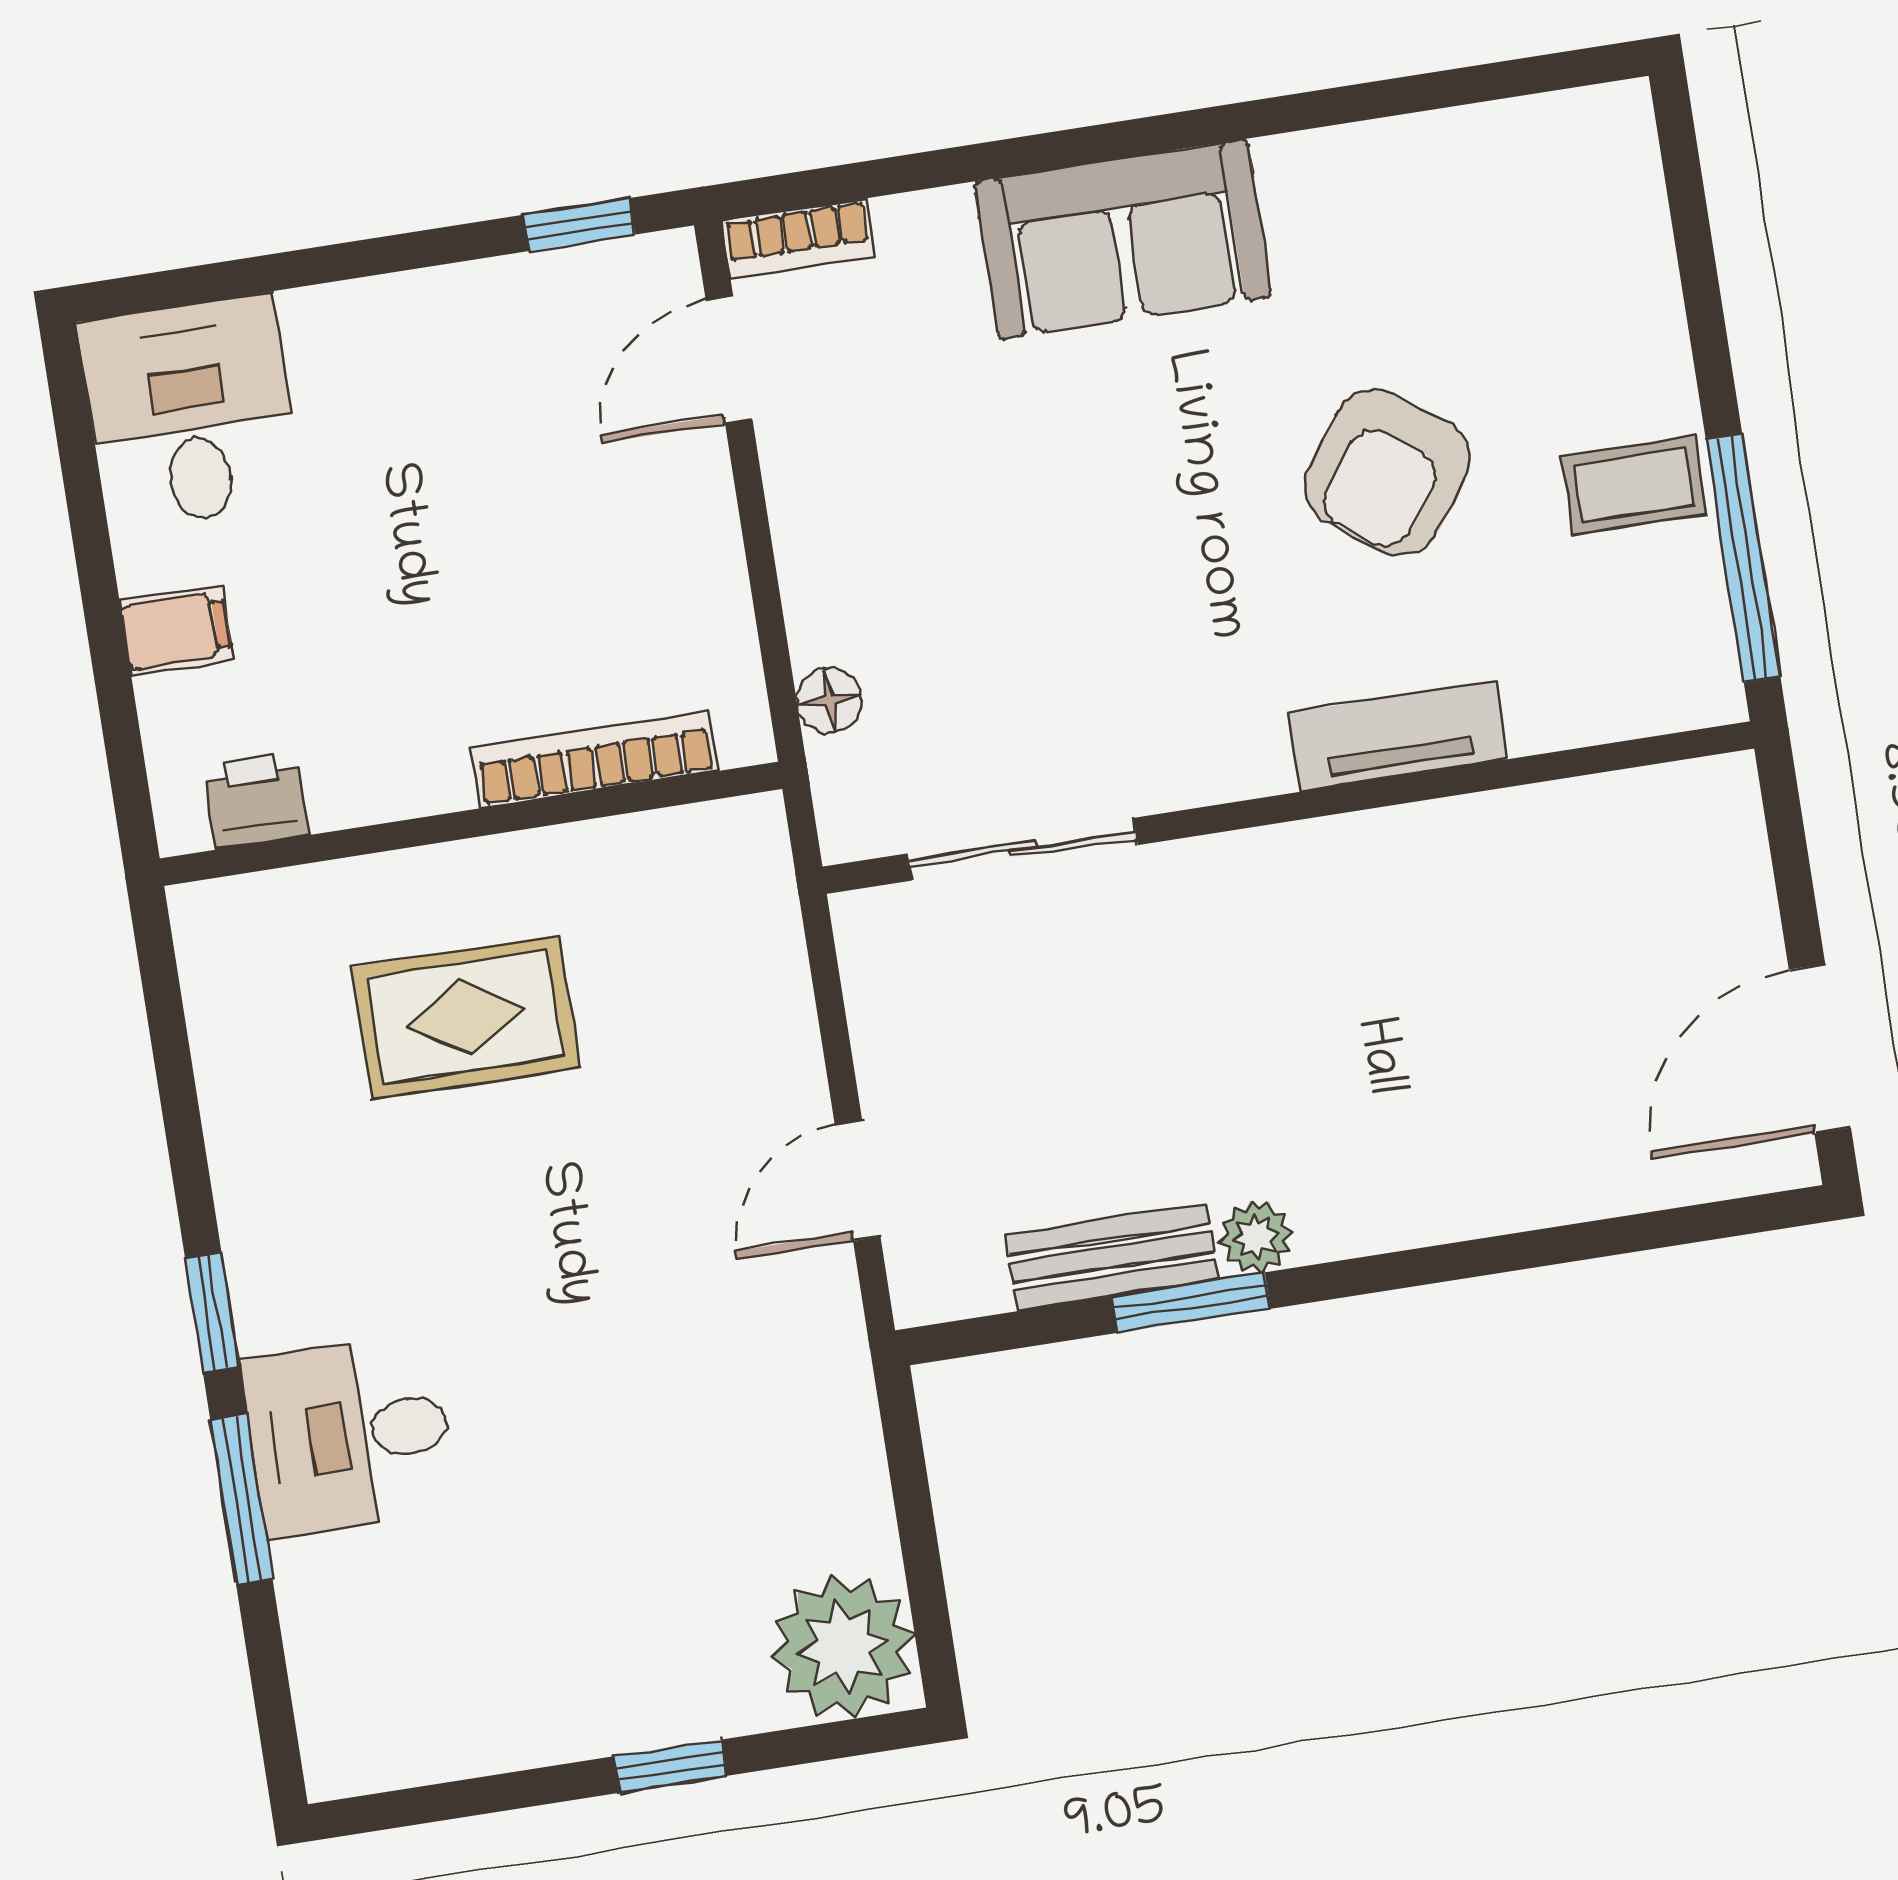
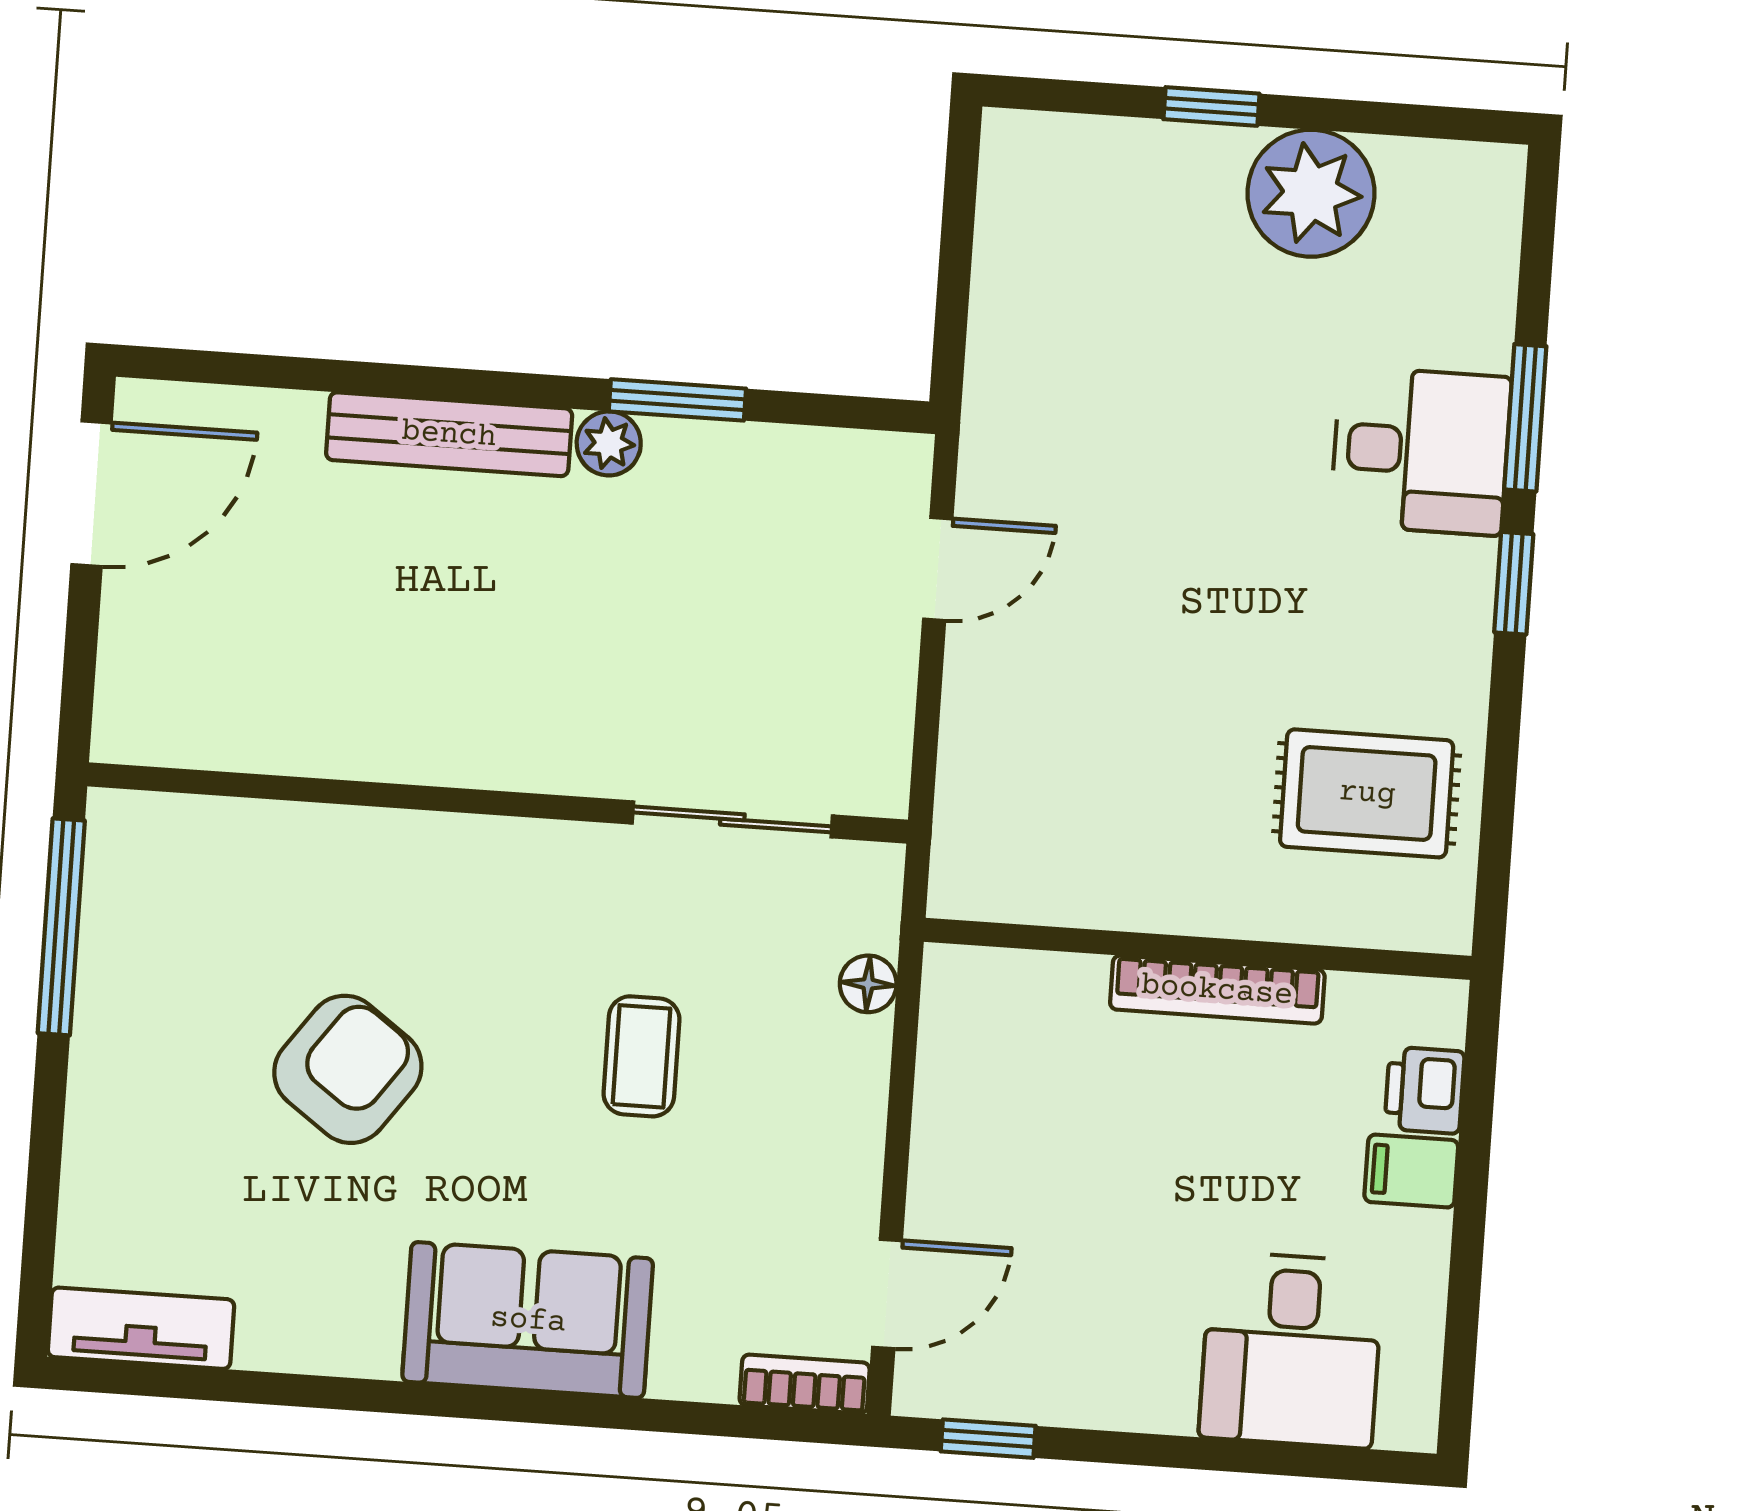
desk: (190, 412) -> (1291, 1350), moved
coffee table: (1634, 485) -> (641, 1056), moved, turned 90
tv unit: (1398, 736) -> (141, 1328), moved, turned 180
bookcase: (594, 759) -> (1217, 990), moved
printer: (256, 800) -> (1425, 1090), moved, turned 90
rug: (466, 1017) -> (1367, 793), moved
bench: (1112, 1257) -> (449, 434), moved, width x1.36
plant: (843, 1647) -> (1311, 193), moved

